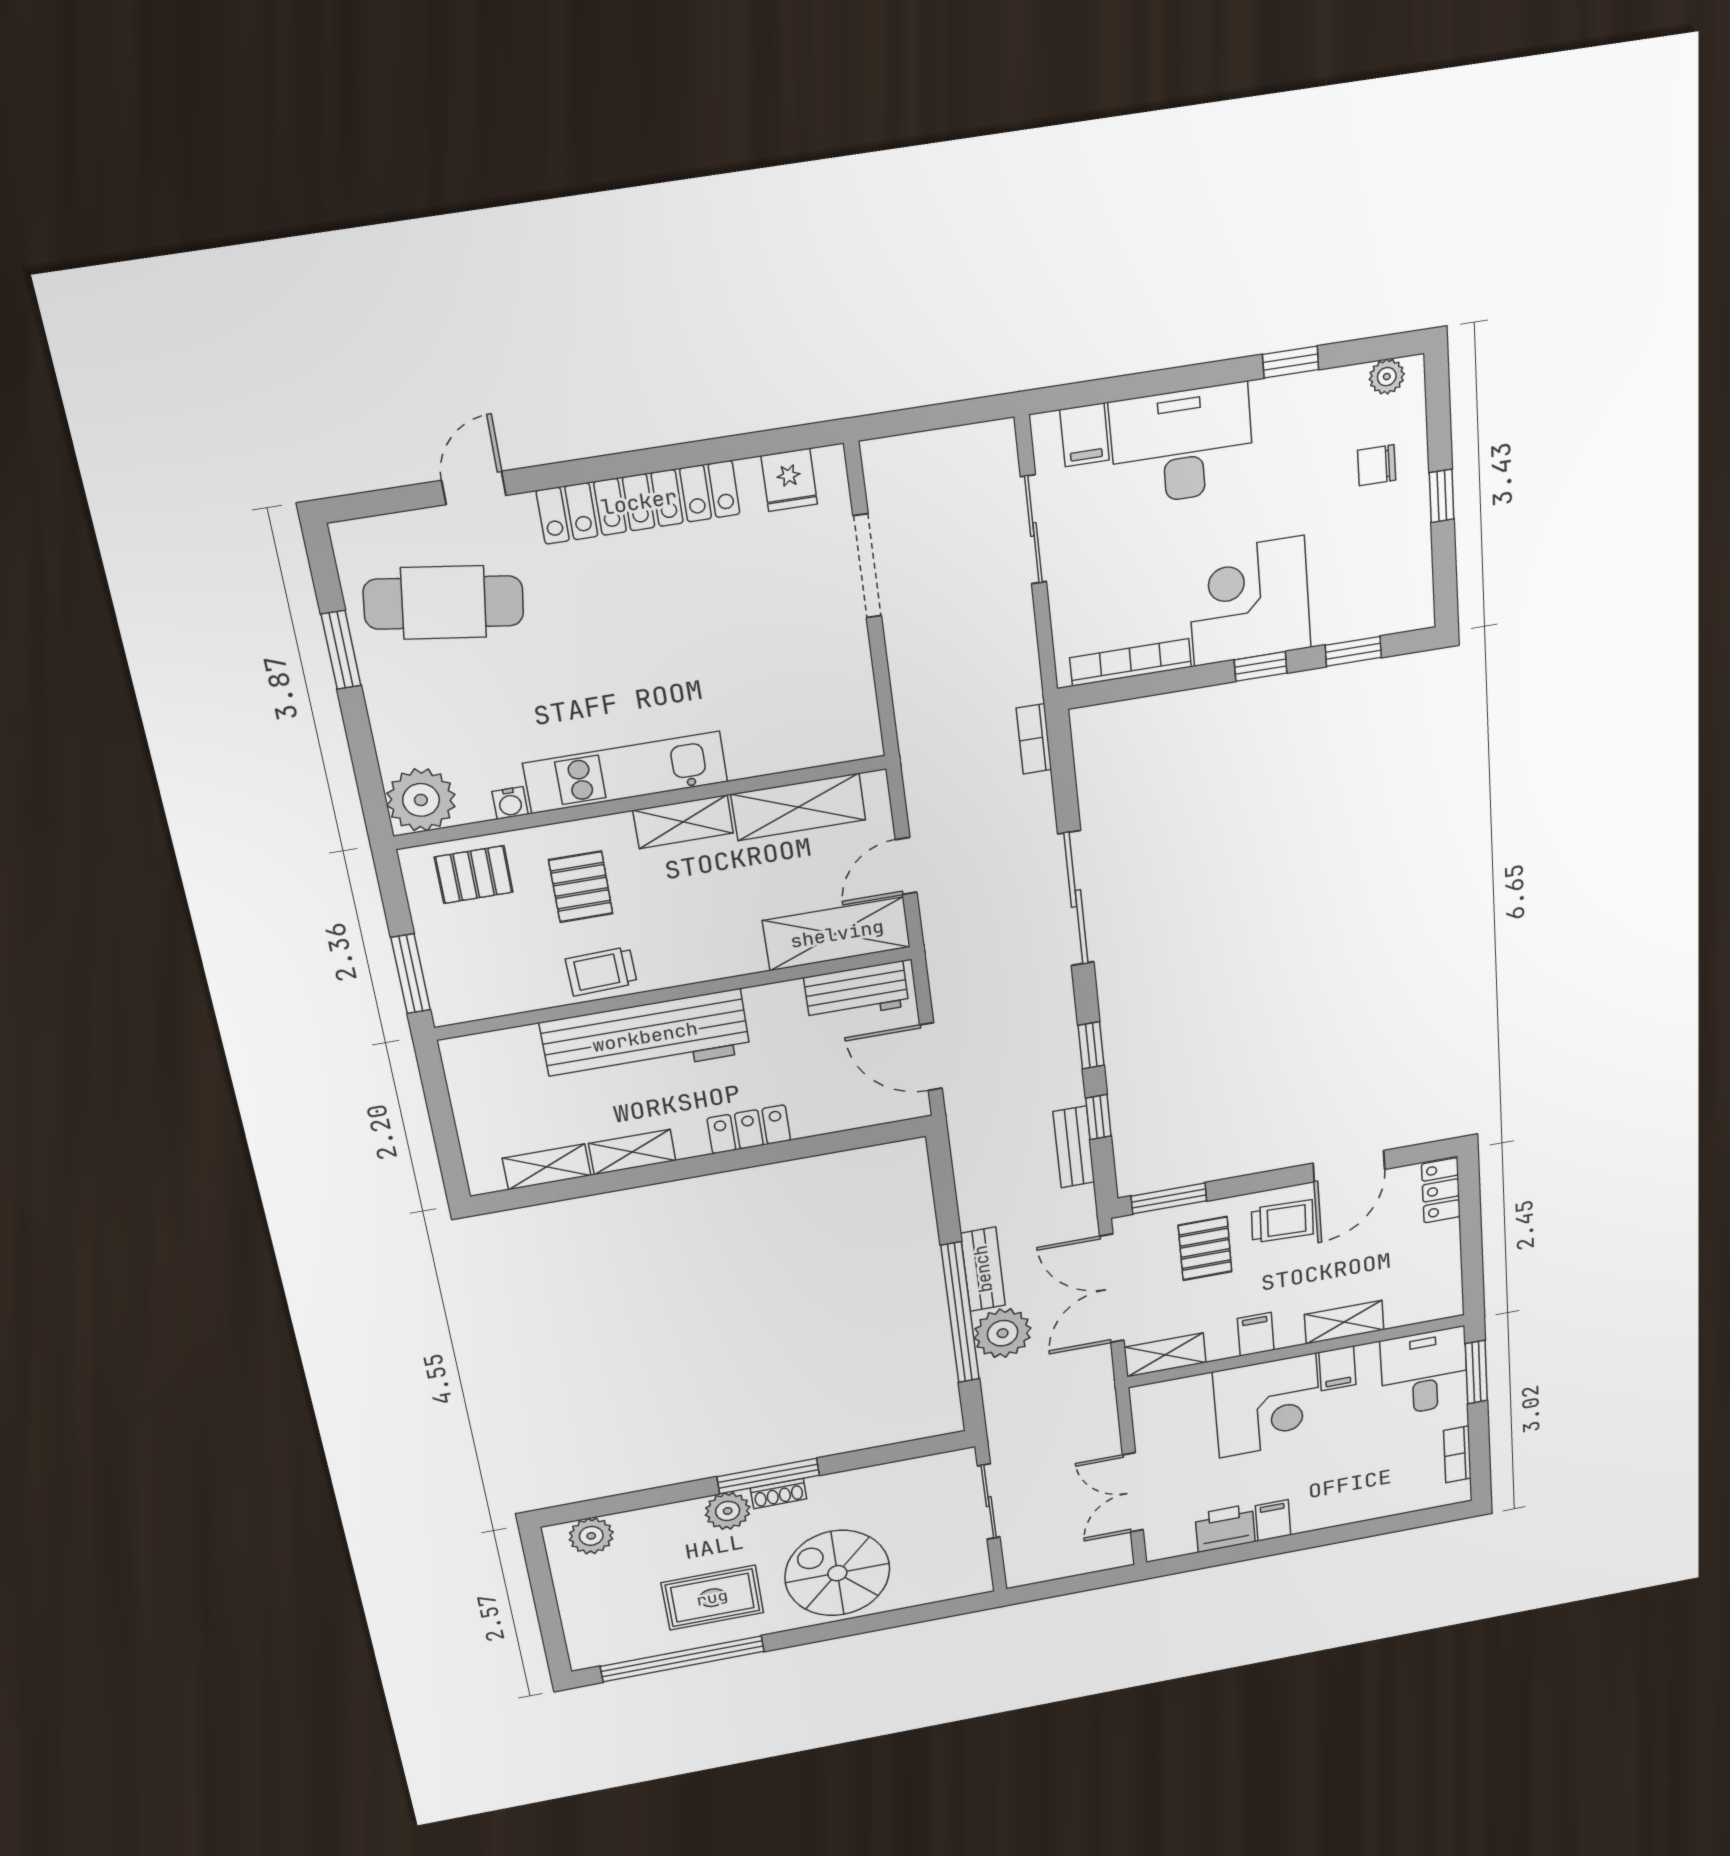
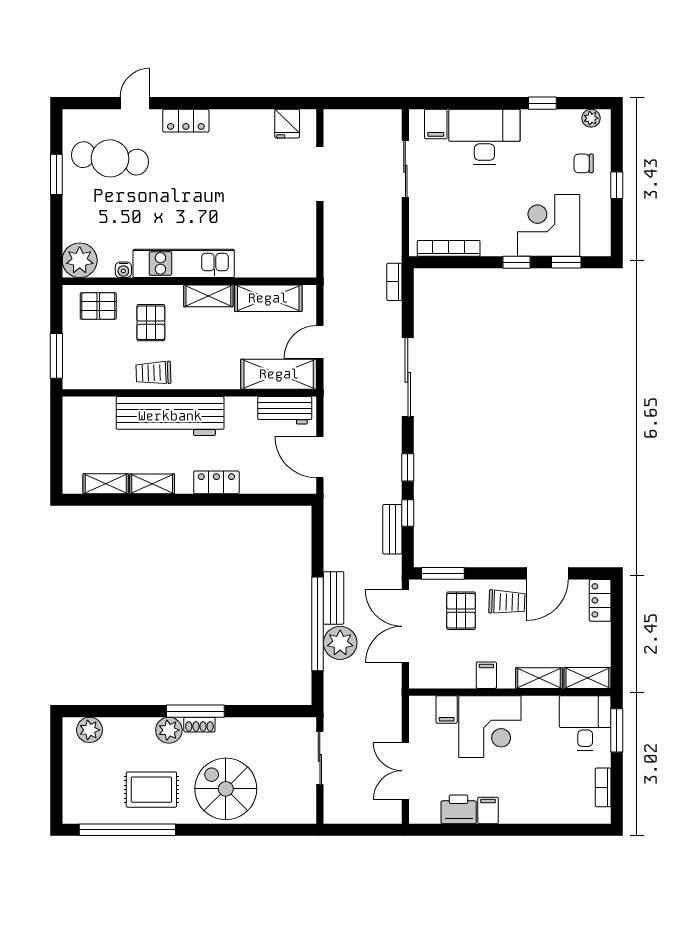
locker: (639, 502) -> (186, 121), width x0.46, depth x0.83
corner desk: (1249, 601) -> (549, 225), moved
shelving: (1165, 1355) -> (587, 678), moved
filing cabinet: (1337, 1368) -> (447, 709), moved

